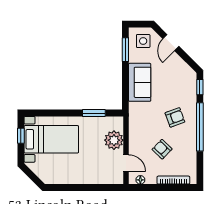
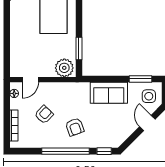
door: (171, 43) -> (147, 123), hinge flipped
plant: (114, 140) -> (64, 68), moved

